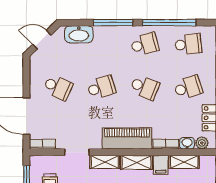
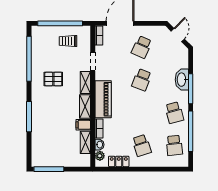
washbasin: (79, 34) -> (182, 80), moved
school desk: (101, 87) -> (142, 80), turned 39
school desk: (145, 87) -> (142, 113), removed

